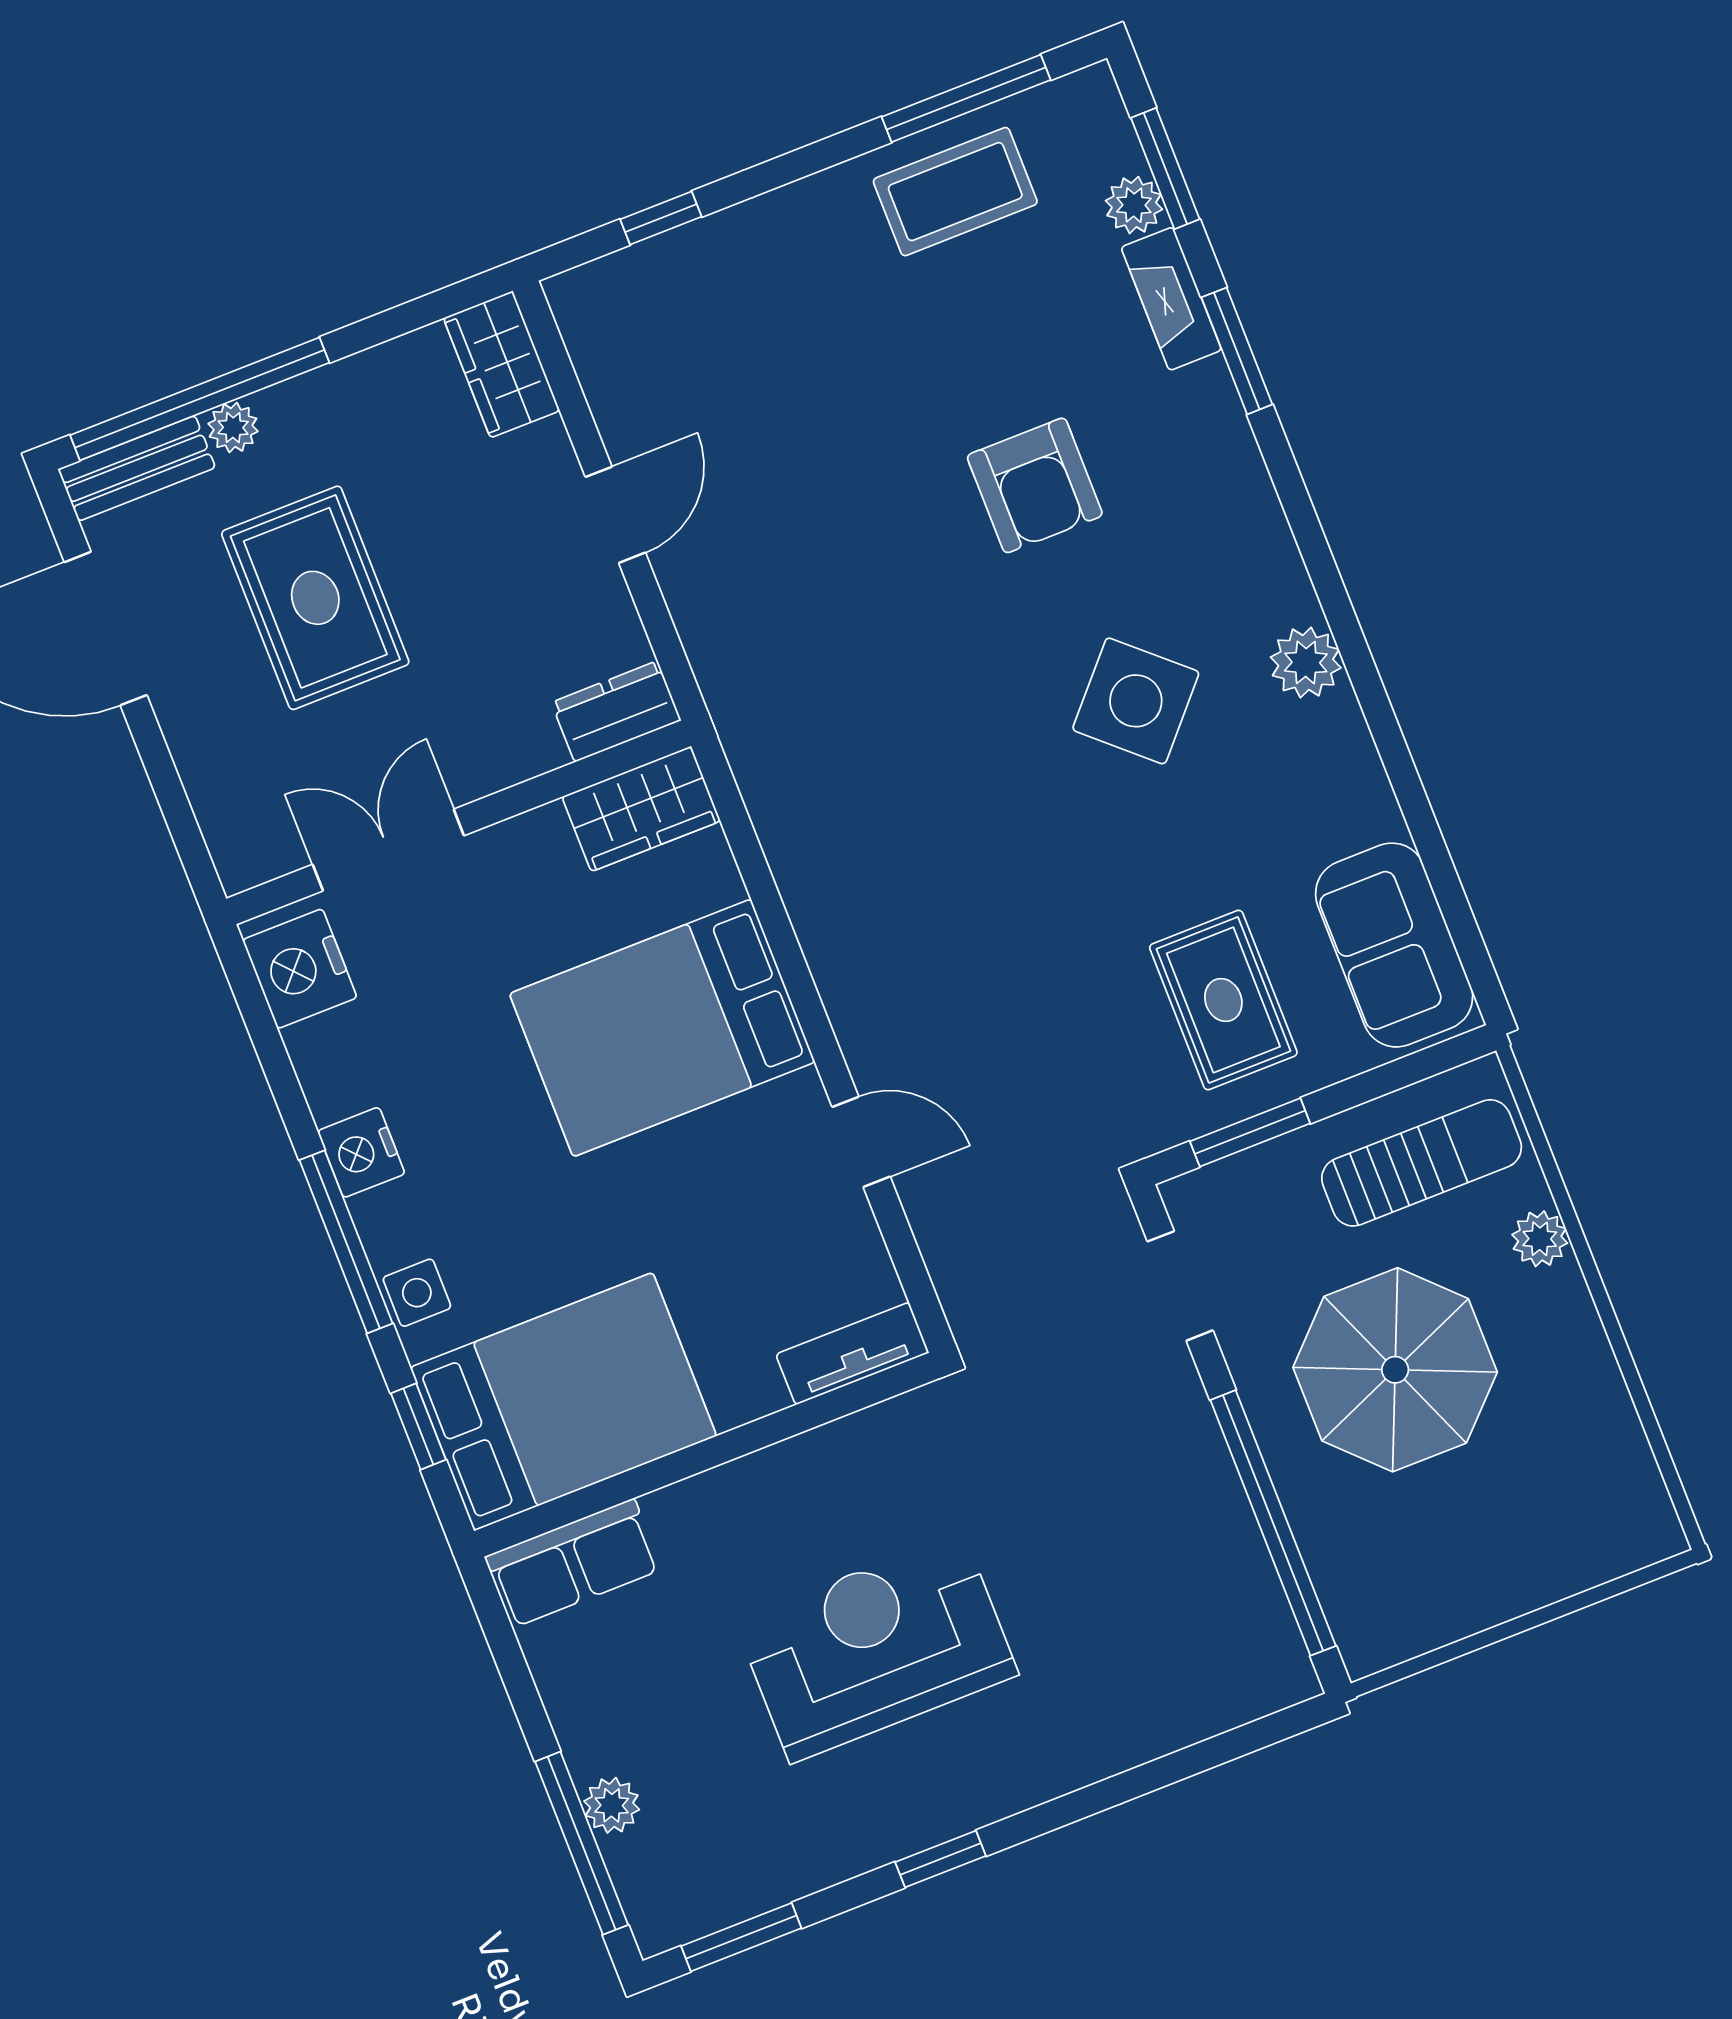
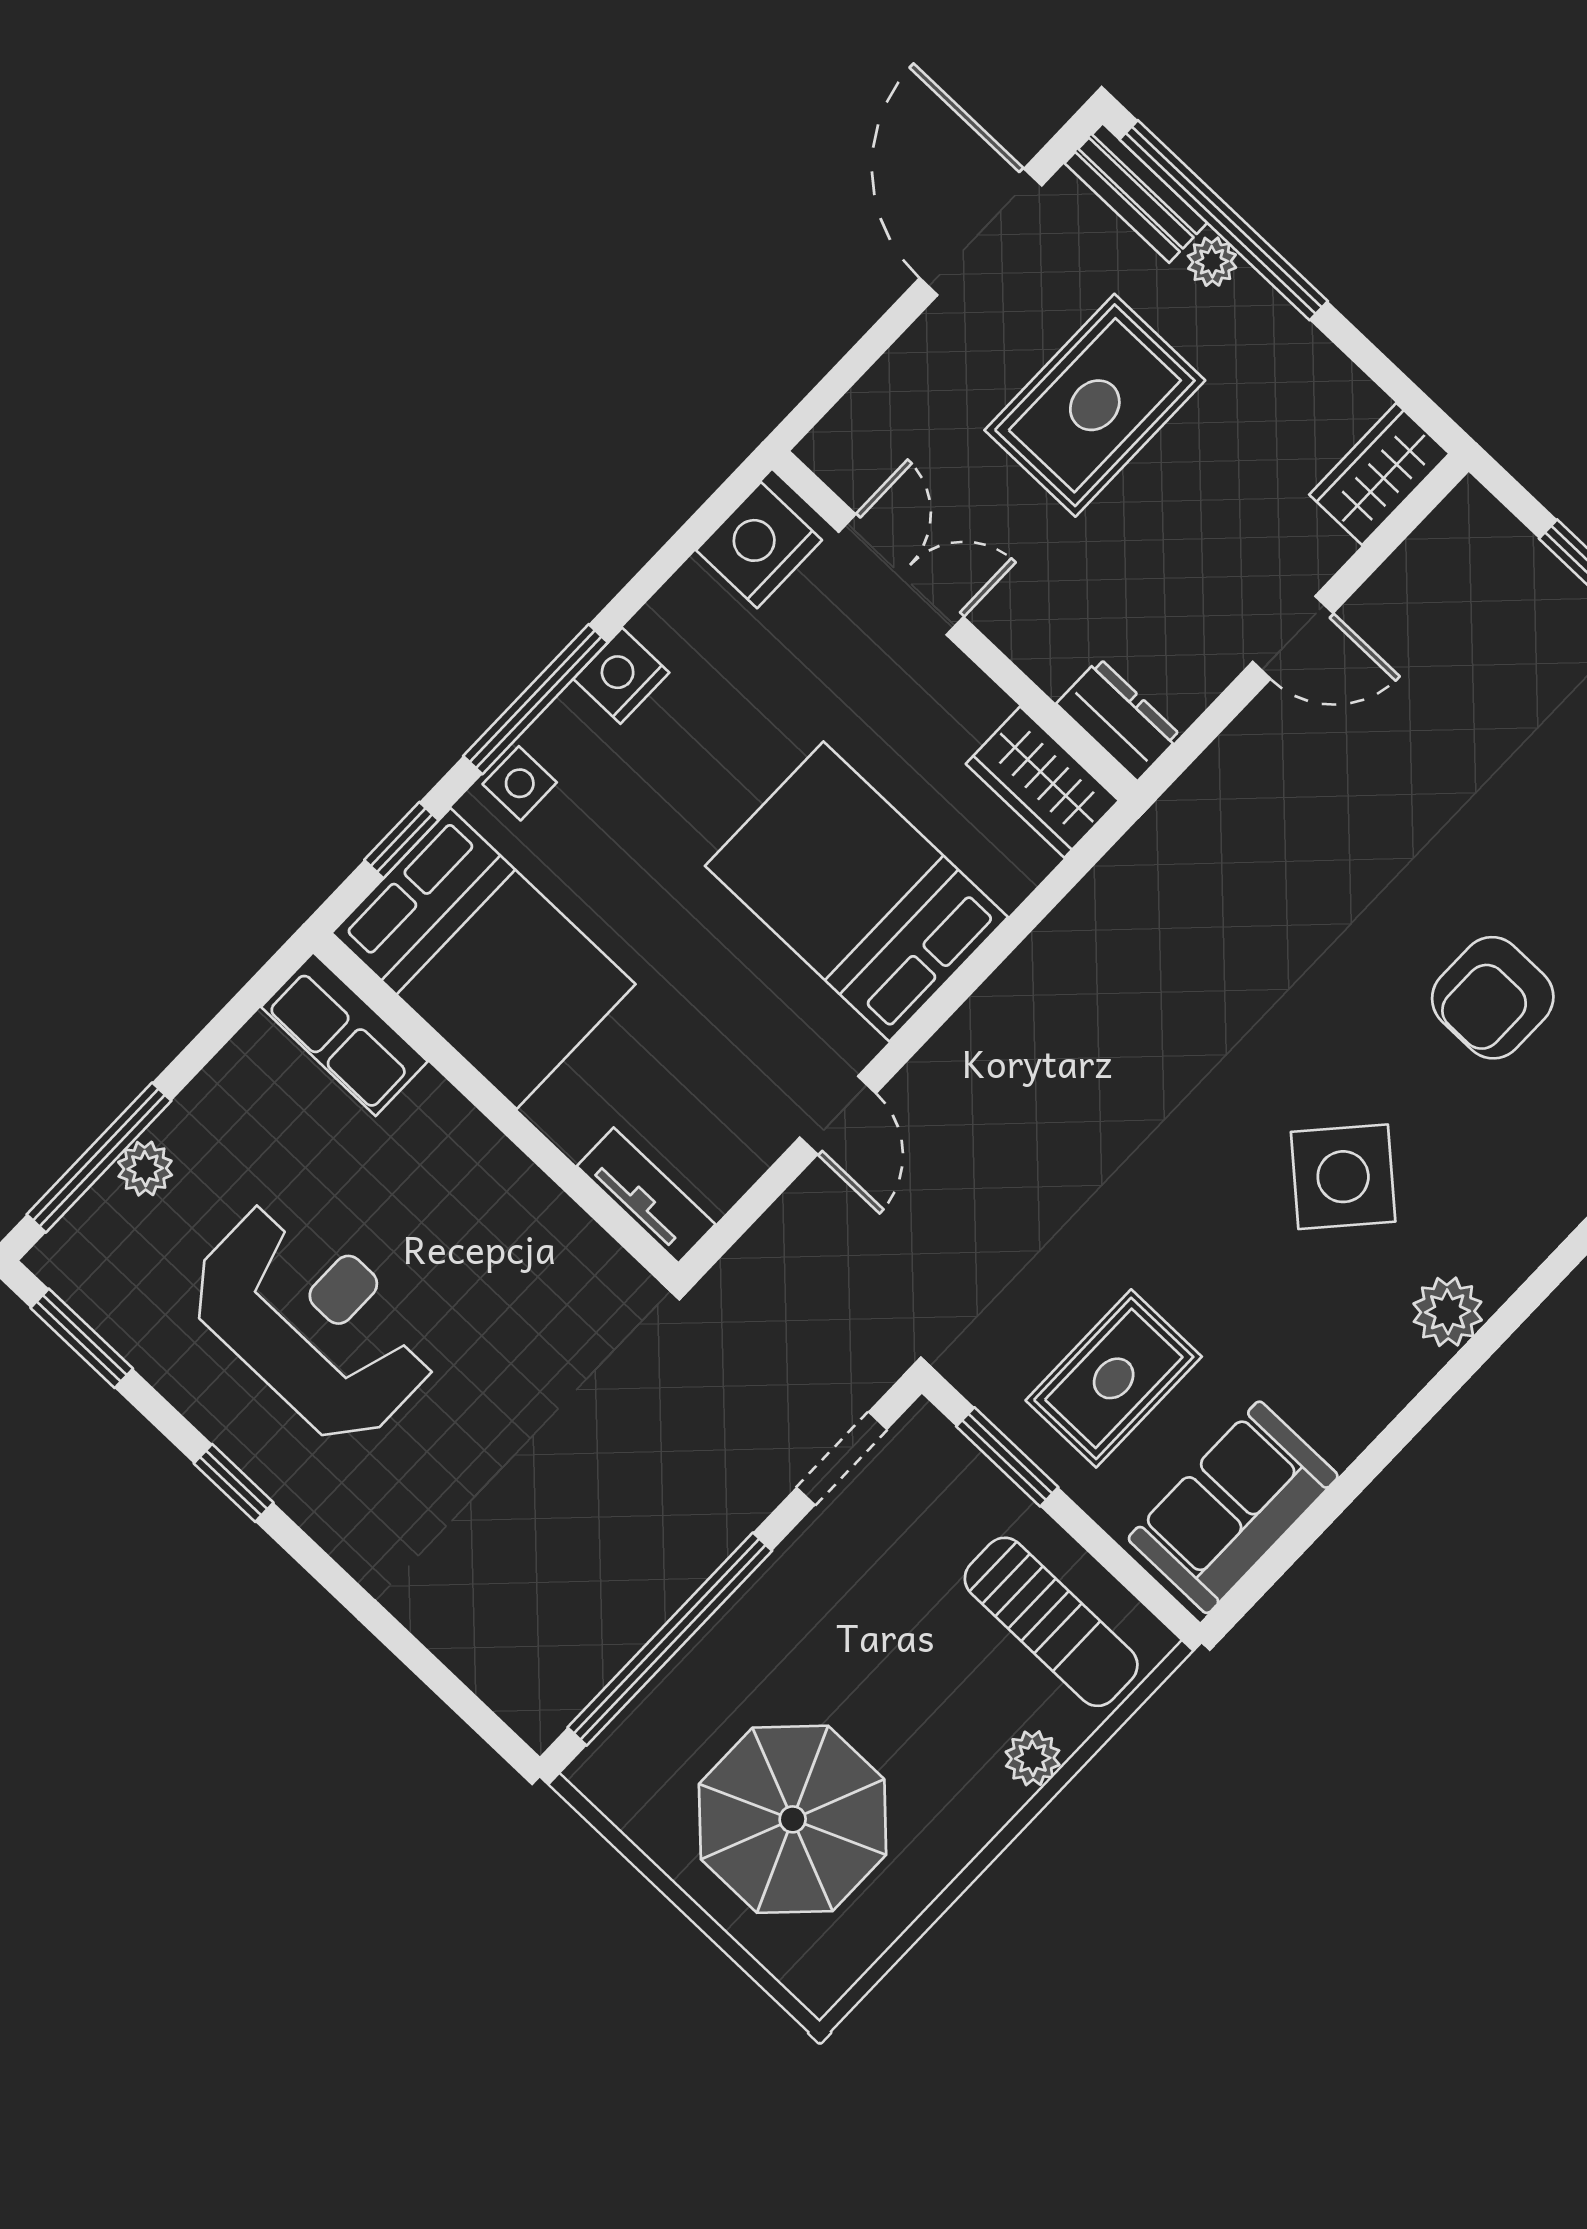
parasol: (1395, 1370) -> (793, 1819), moved
reception desk: (877, 1648) -> (313, 1322), moved

